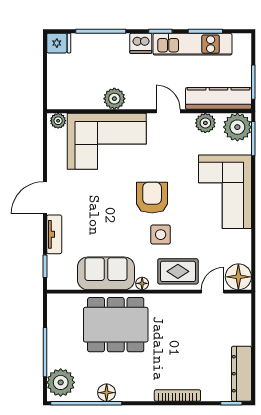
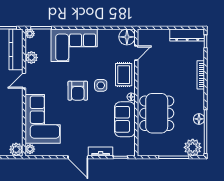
plant: (114, 99) -> (16, 149), moved
plant: (237, 127) -> (30, 34), width x0.53, depth x0.53
armchair: (152, 198) -> (78, 91), turned -90
door: (213, 292) -> (136, 53), swing flipped

